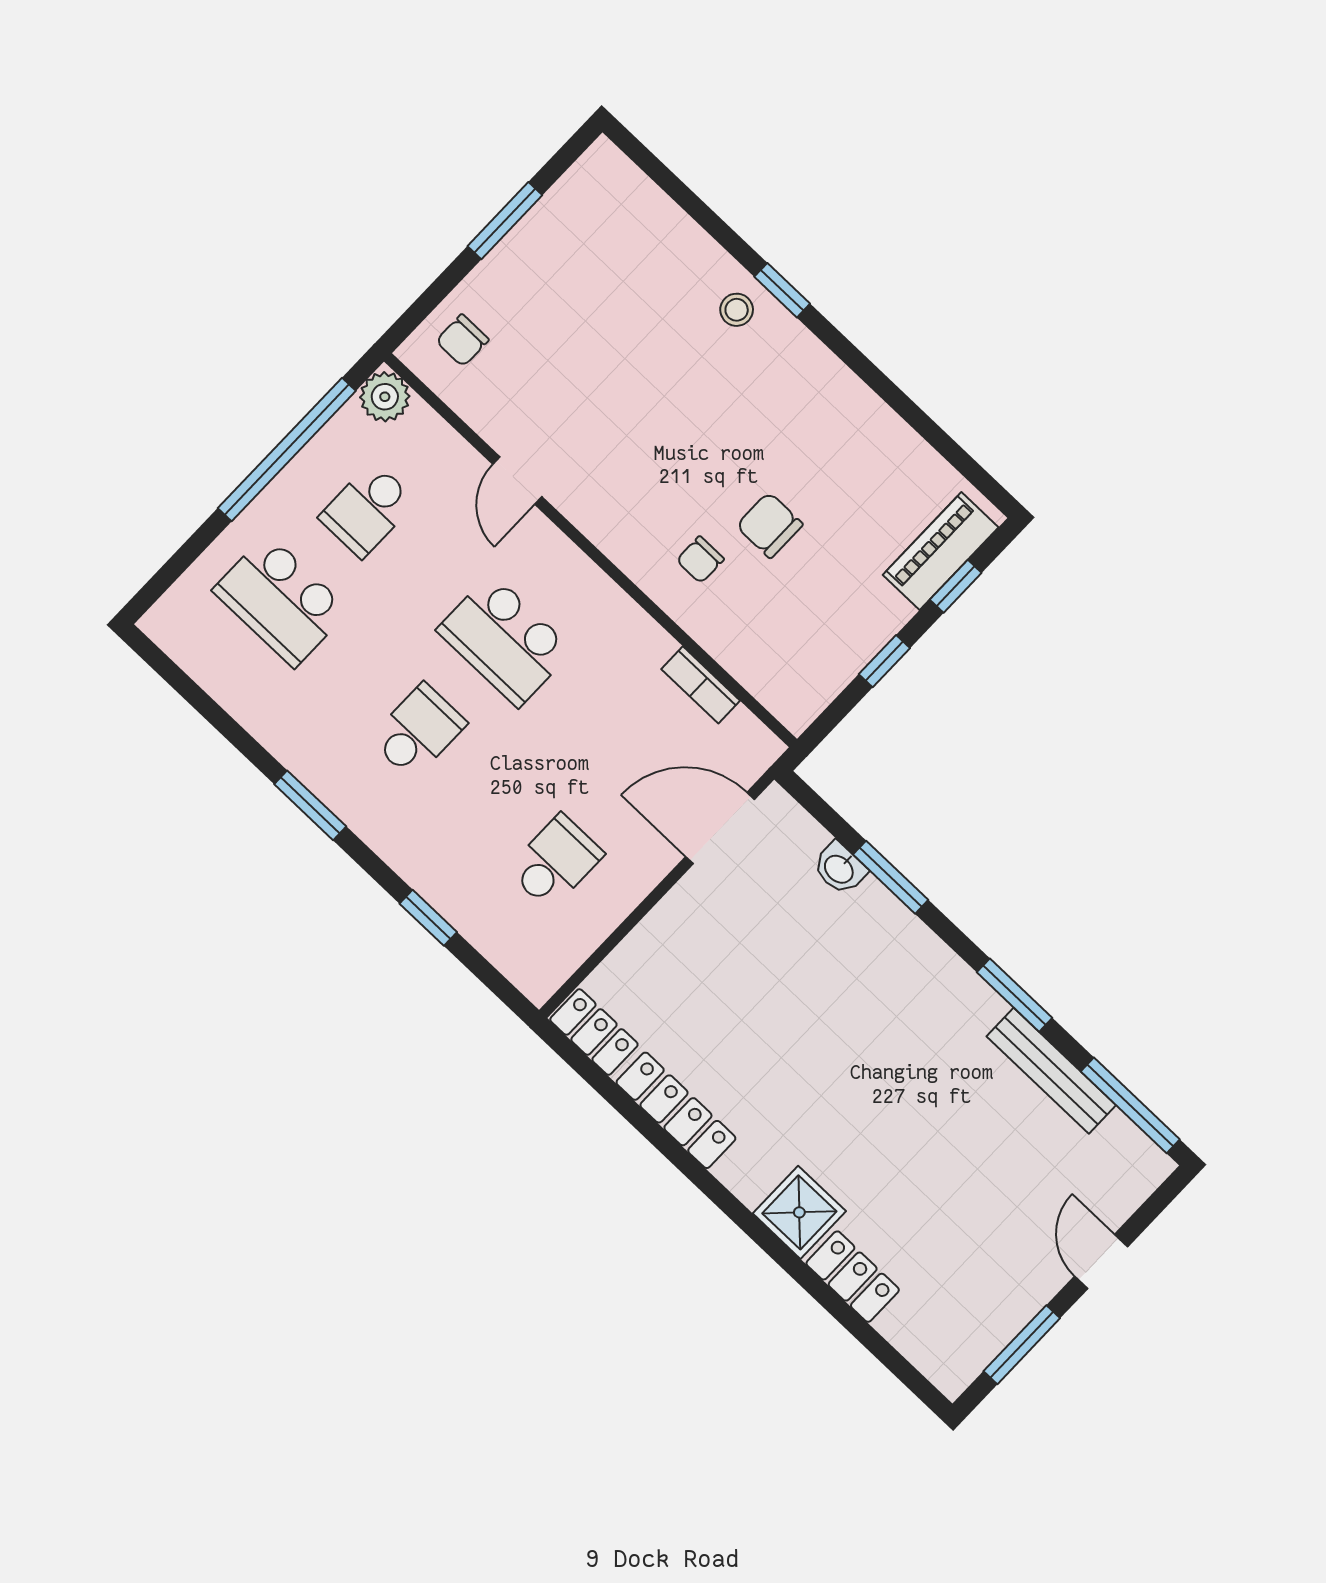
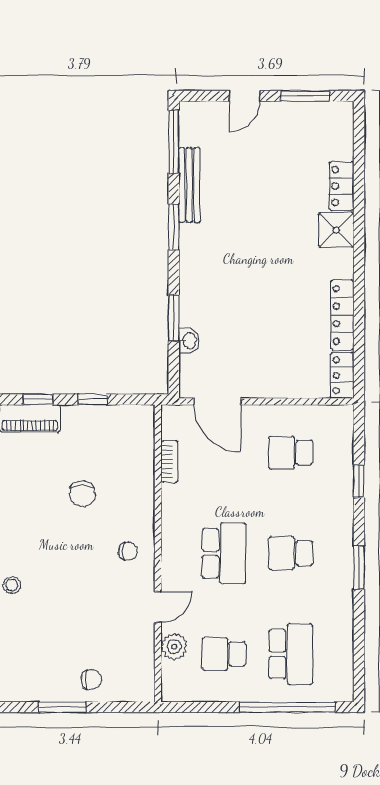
chair: (462, 340) -> (91, 680), moved
plant: (385, 397) -> (174, 647), moved
window: (287, 450) -> (287, 707), moved
school desk: (367, 509) -> (224, 654), turned 180
chair: (700, 560) -> (128, 551), moved

